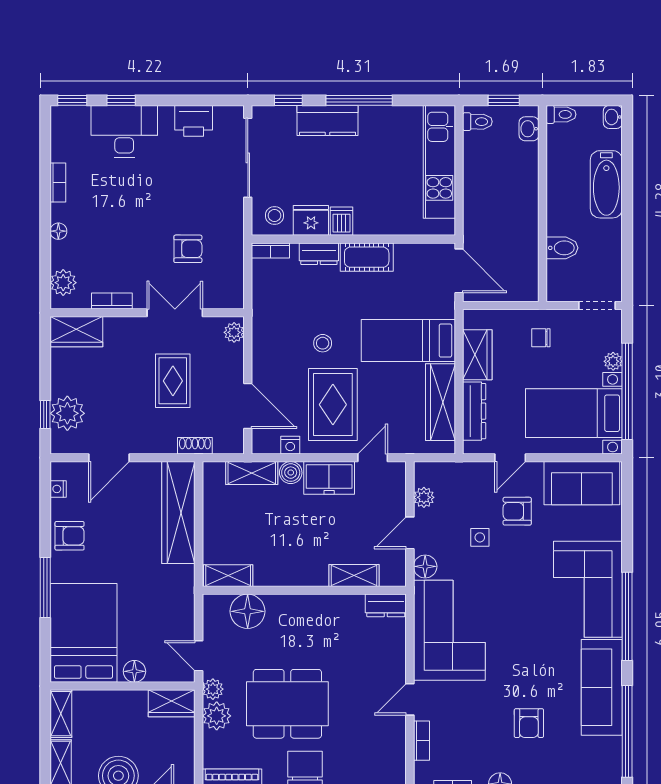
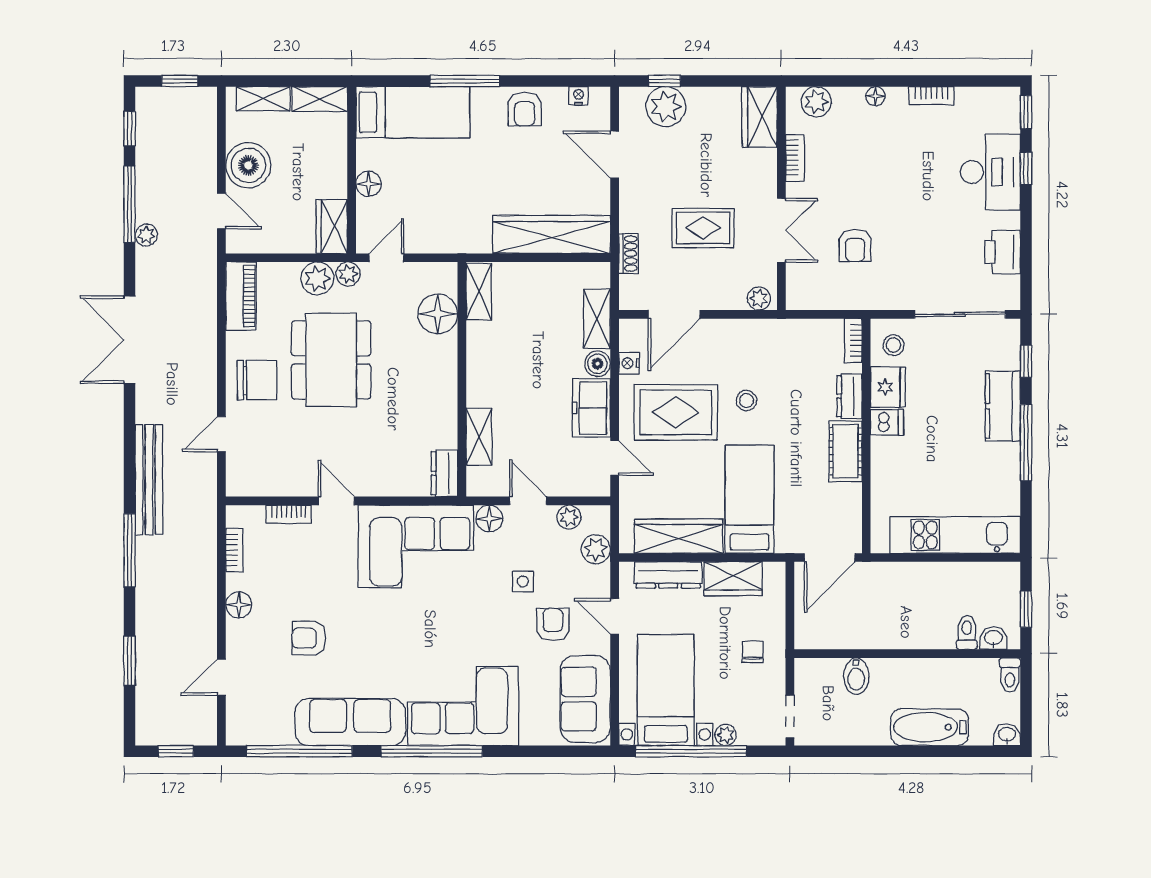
toilet: (477, 122) -> (967, 632), moved, turned 180
plant: (452, 474) -> (596, 549), added
bed: (83, 633) -> (413, 112), width x0.67

